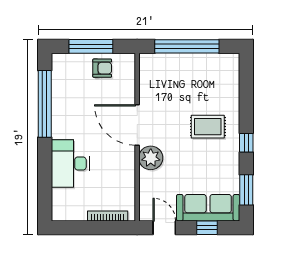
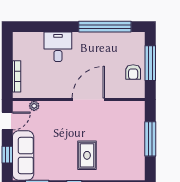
window: (187, 46) -> (150, 139), width x0.68
plant: (151, 158) -> (34, 106), moved, width x0.53, depth x0.53
desk: (70, 163) -> (58, 47), width x0.73

